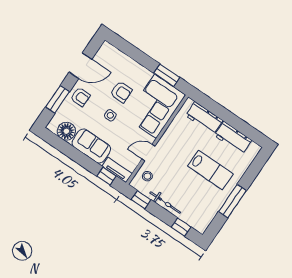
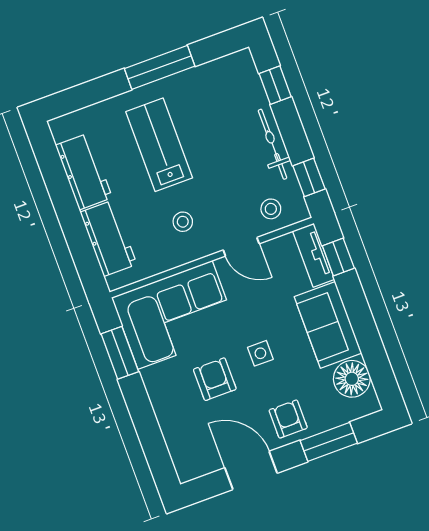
stool: (179, 146) -> (183, 222), added

